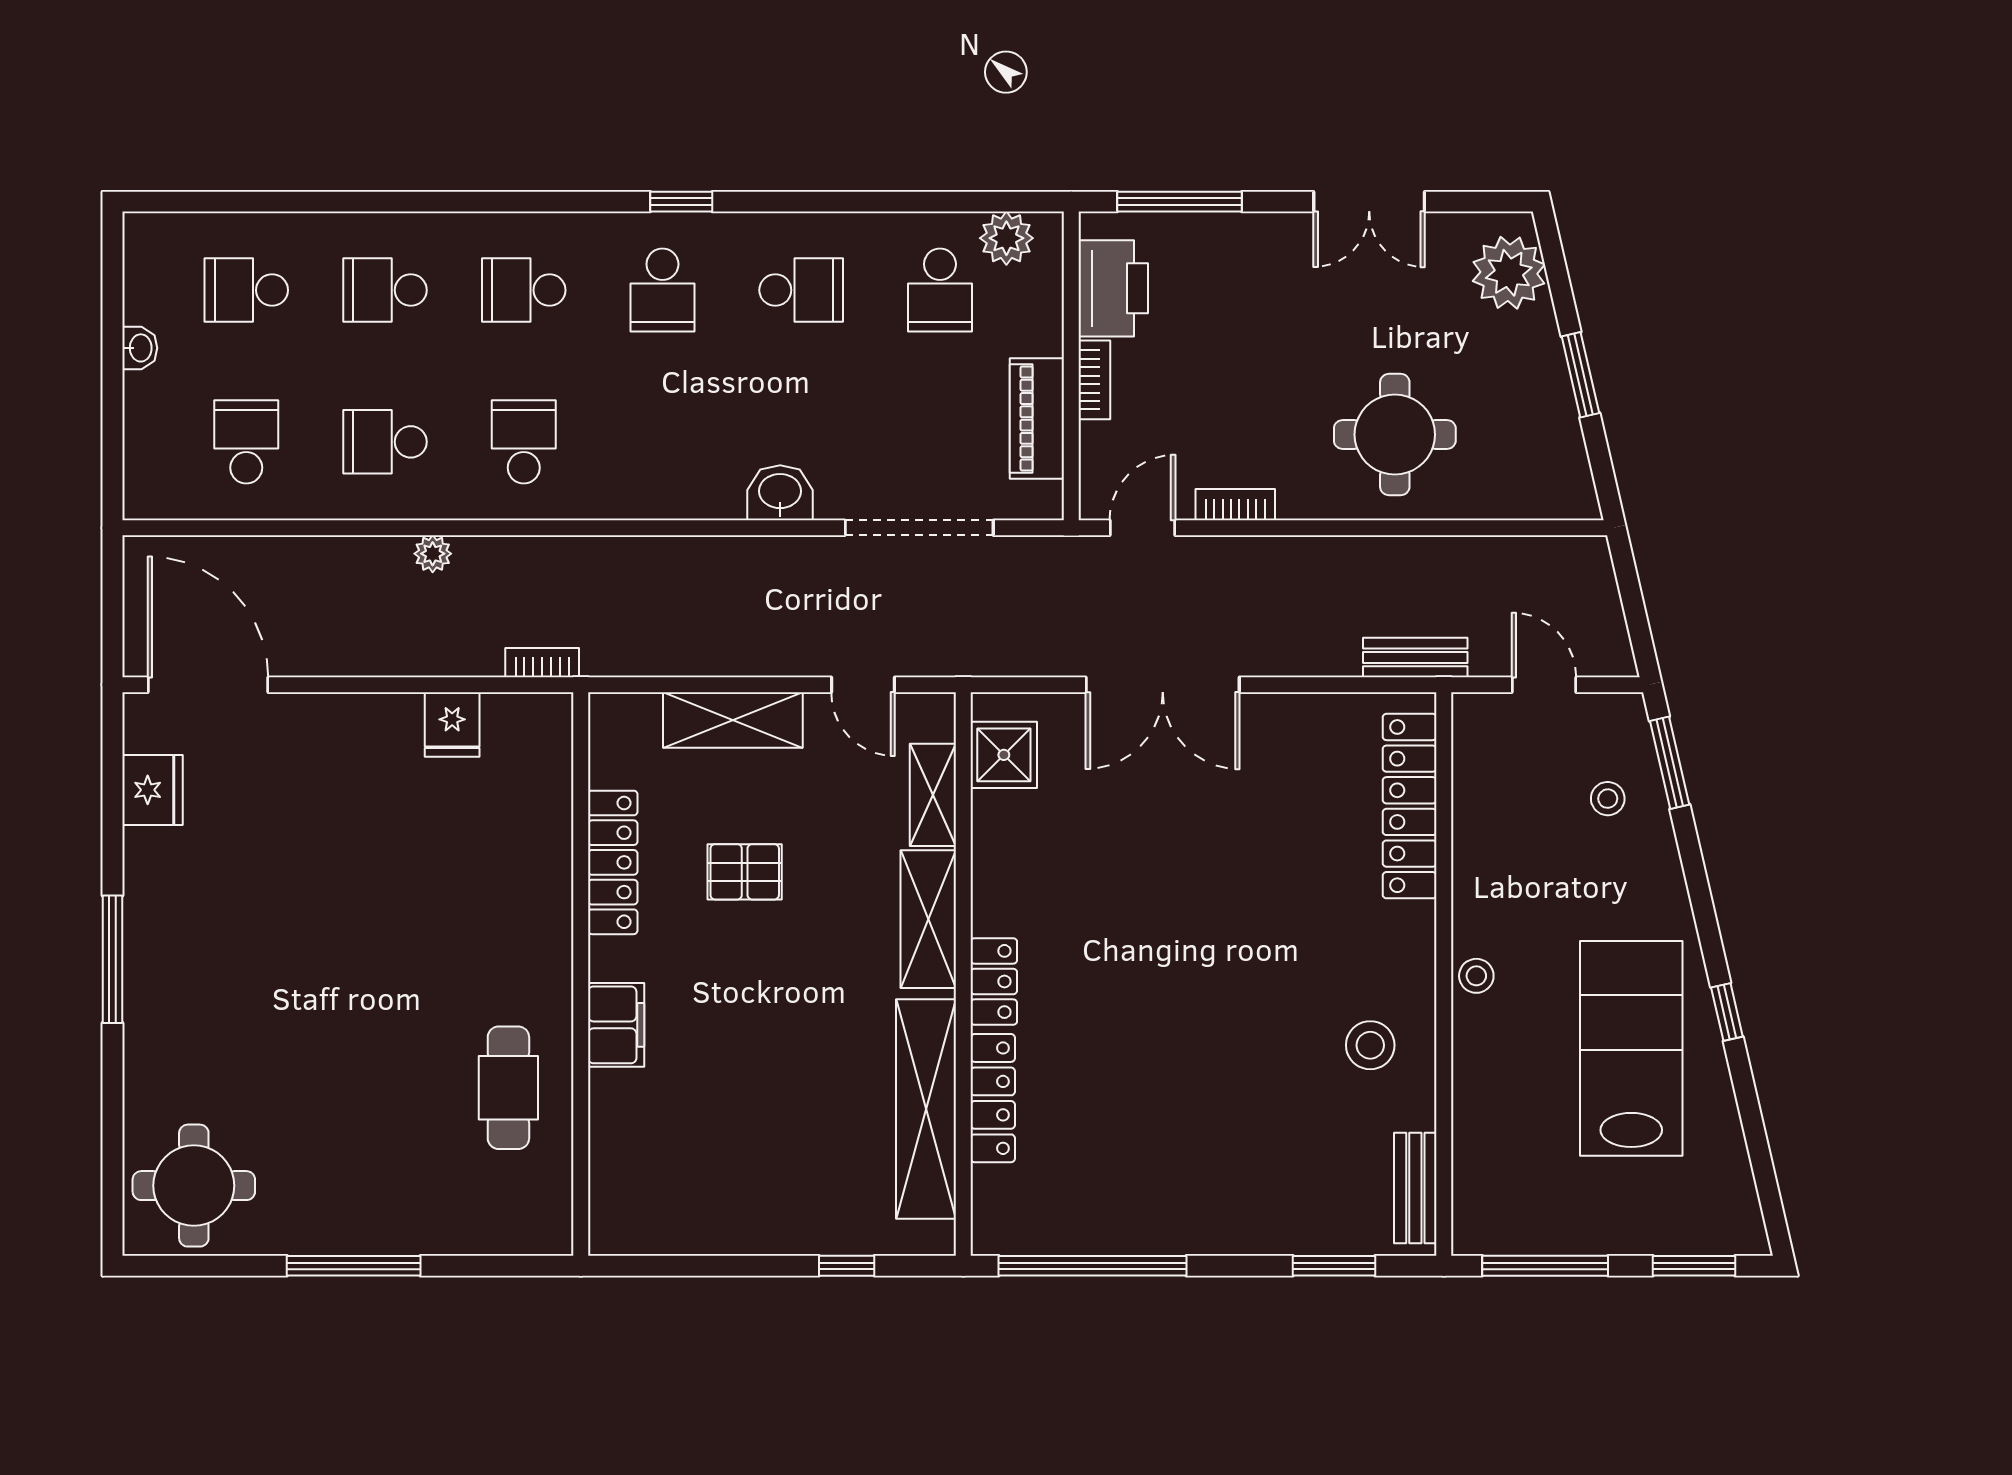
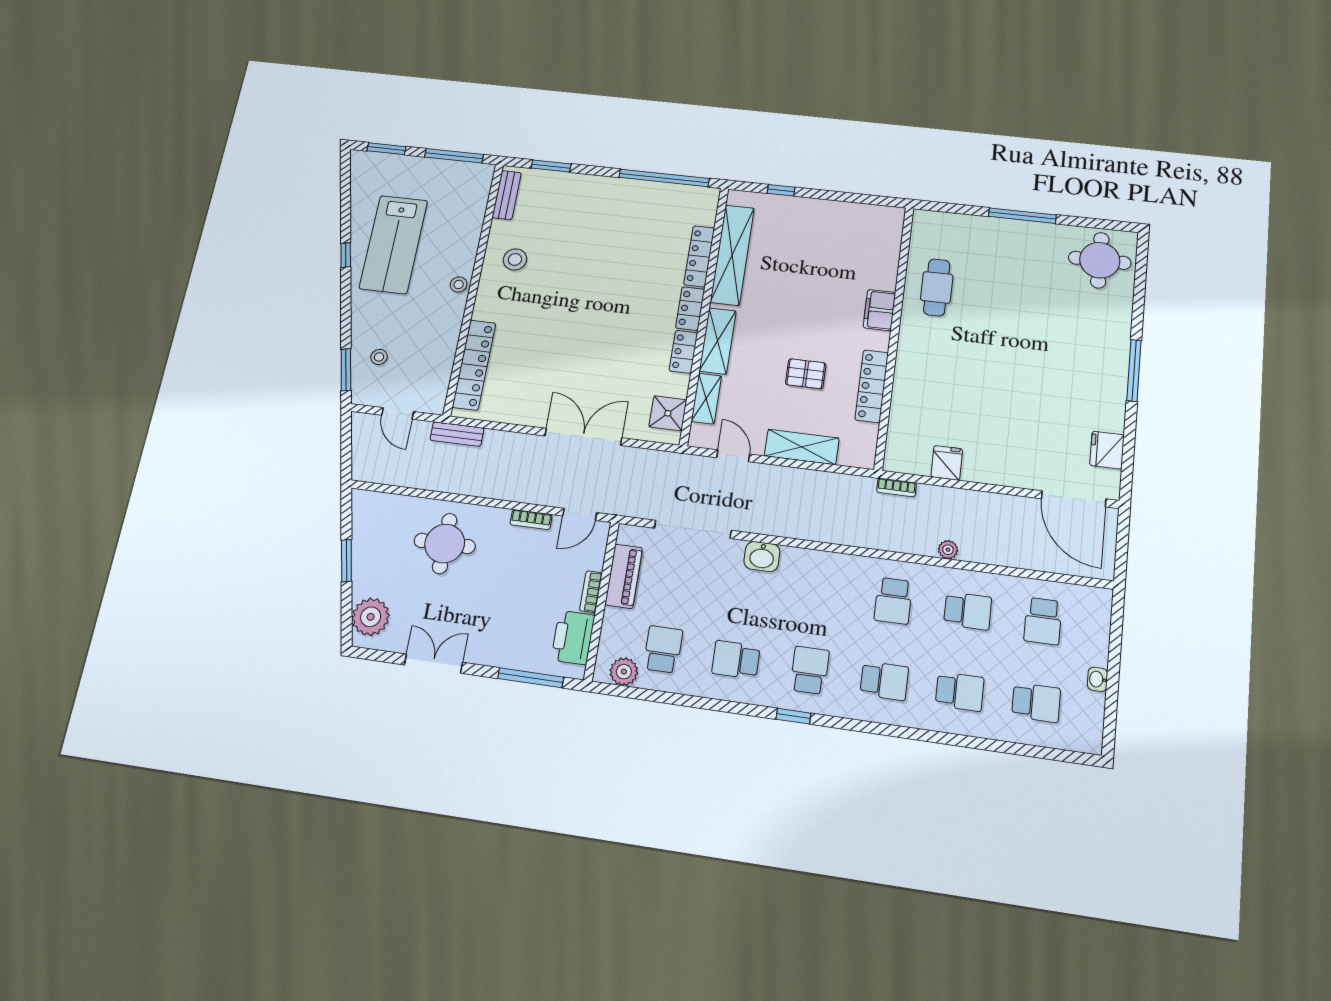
locker: (993, 887) -> (683, 352), added

